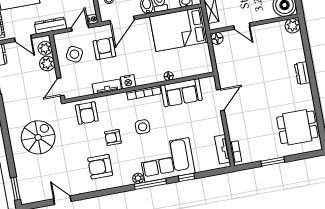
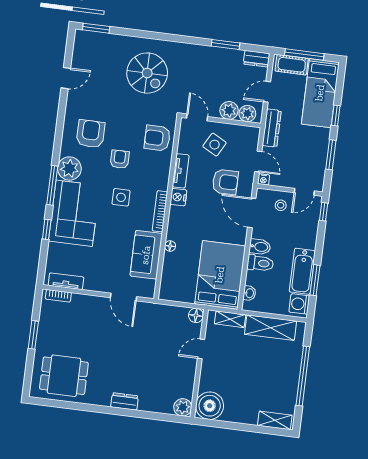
side table: (74, 54) -> (215, 145), moved
dining table: (297, 127) -> (64, 376), turned 90
plant: (138, 178) -> (69, 169), width x1.88, depth x1.88

